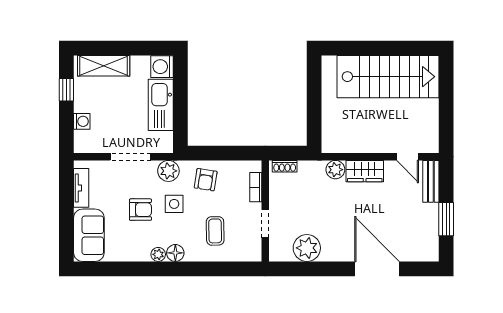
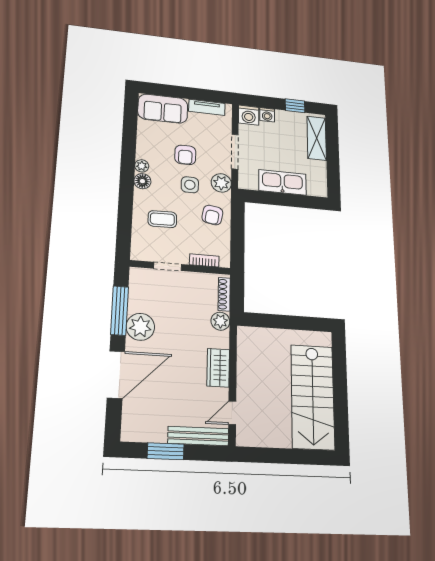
washing machine: (162, 67) -> (249, 115), moved, turned 180
shoe rack: (285, 166) -> (224, 294), width x1.43
plant: (335, 170) -> (220, 321), moved
armchair: (206, 180) -> (212, 215), turned -90
bench: (431, 181) -> (198, 436), width x1.36
plant: (307, 248) -> (140, 327), moved
window: (314, 269) -> (120, 311), added

